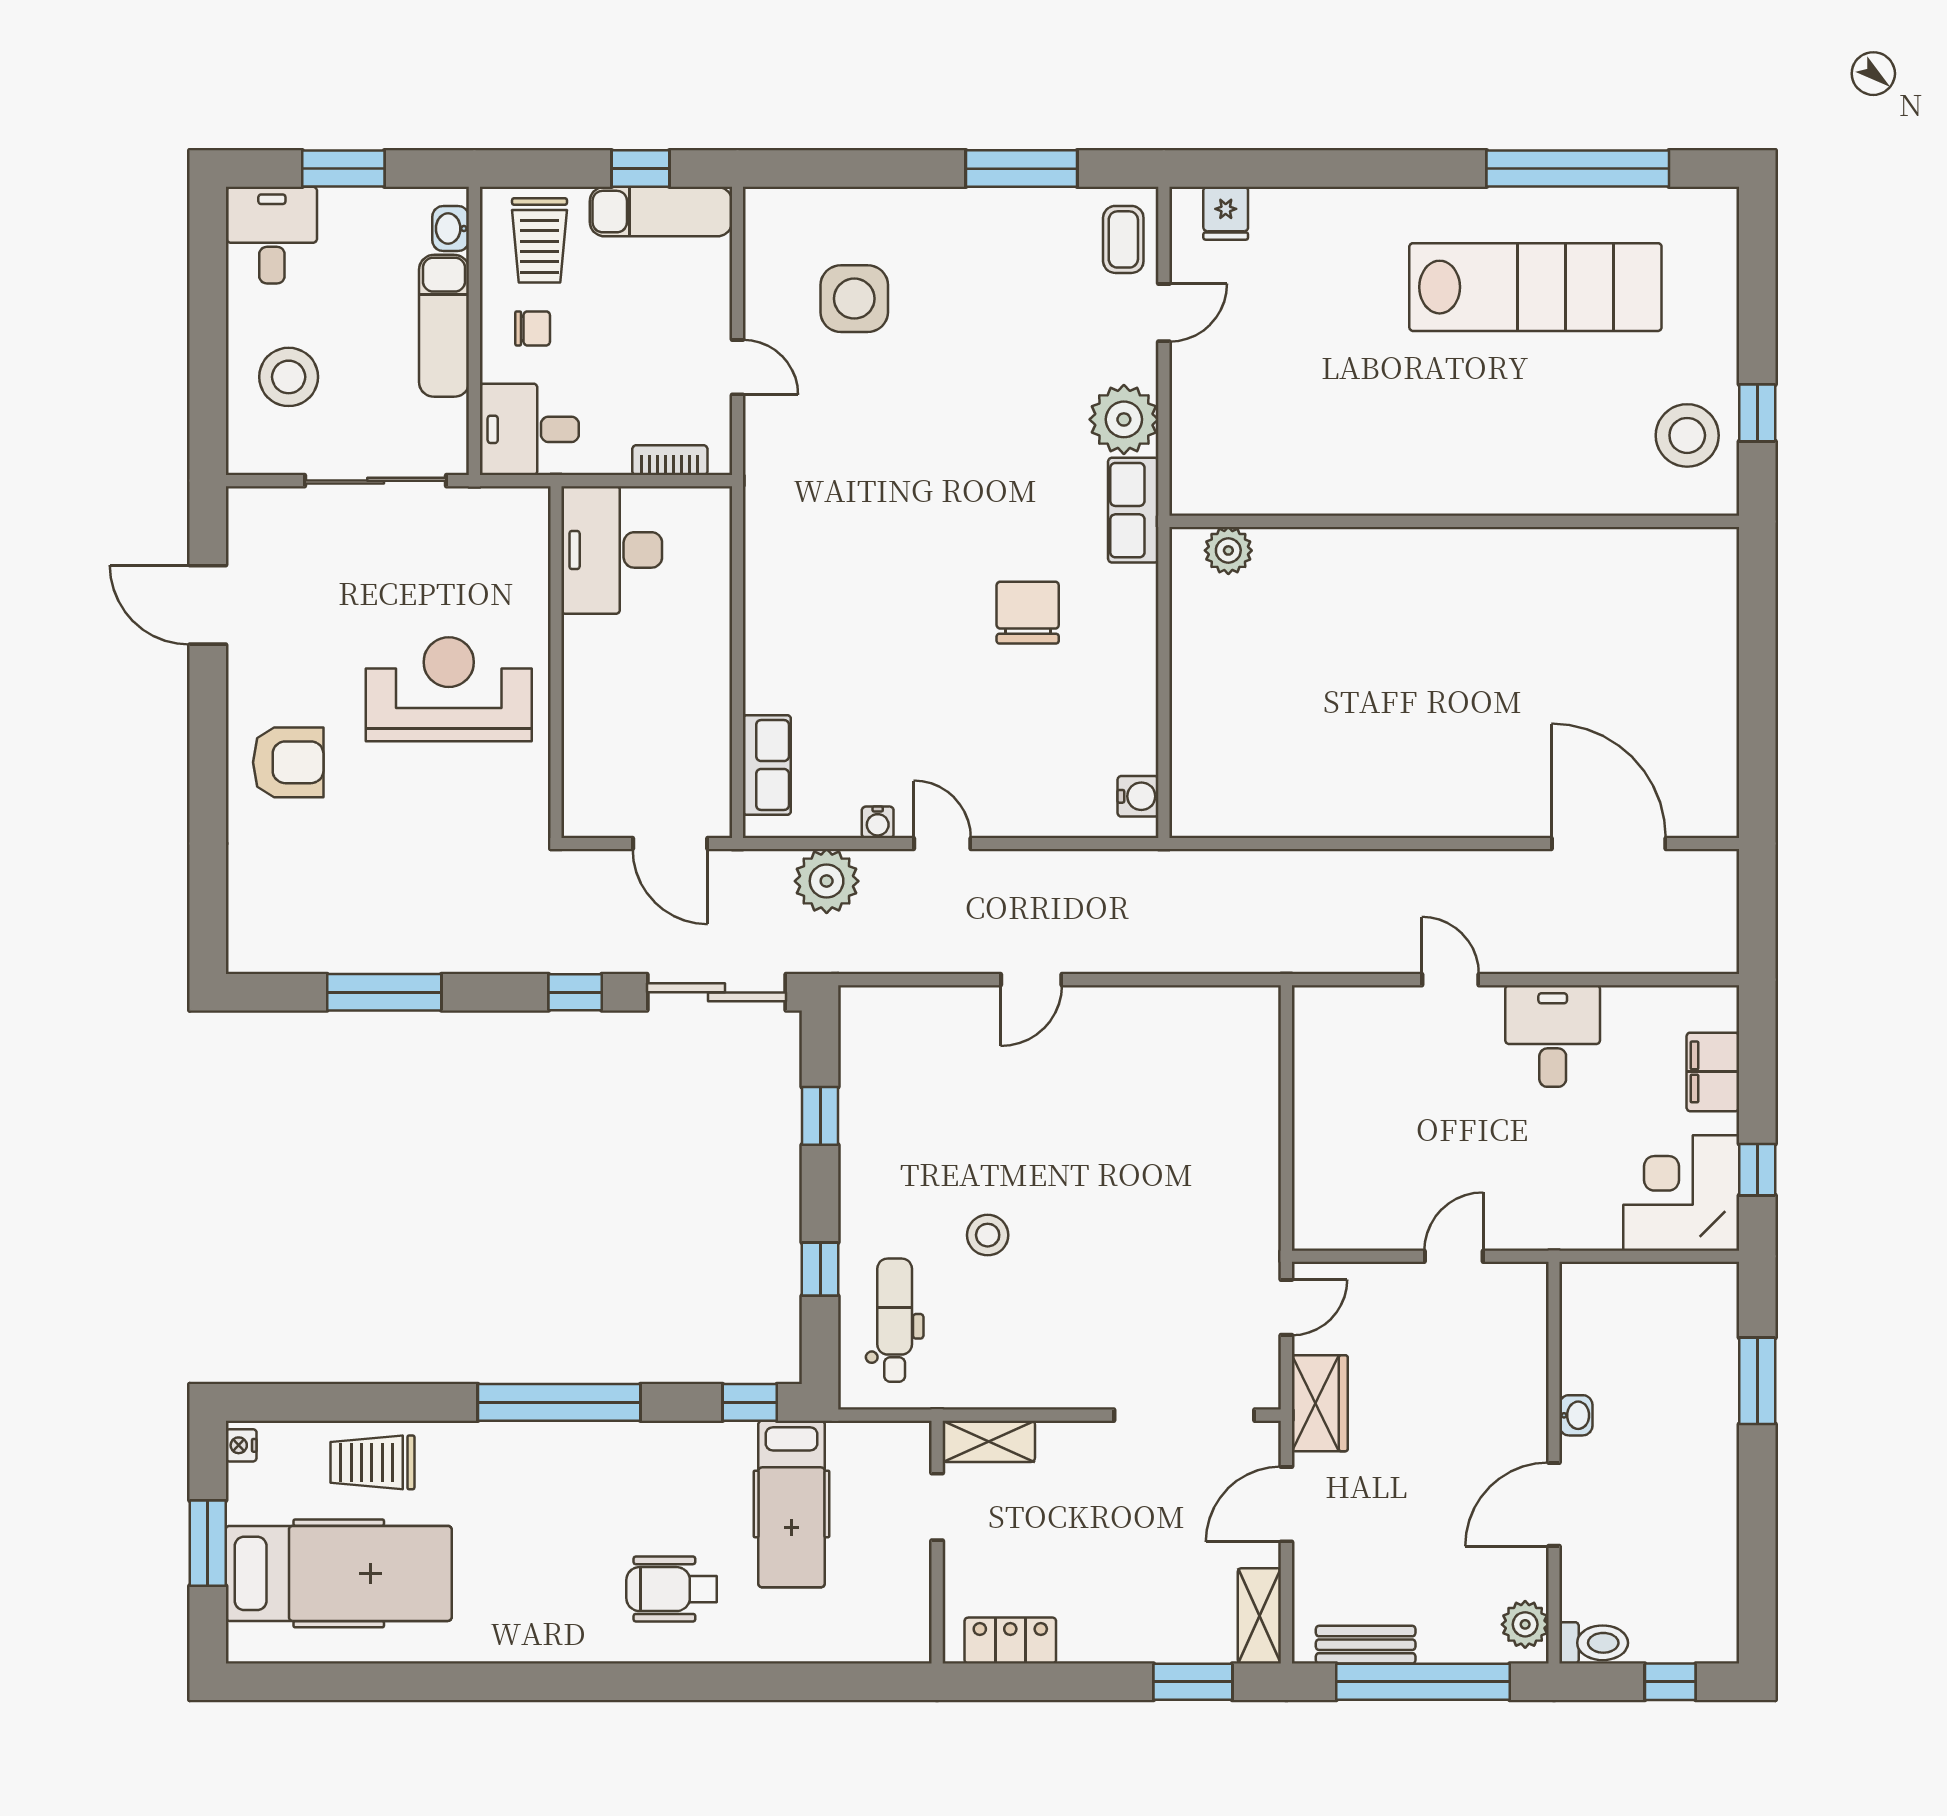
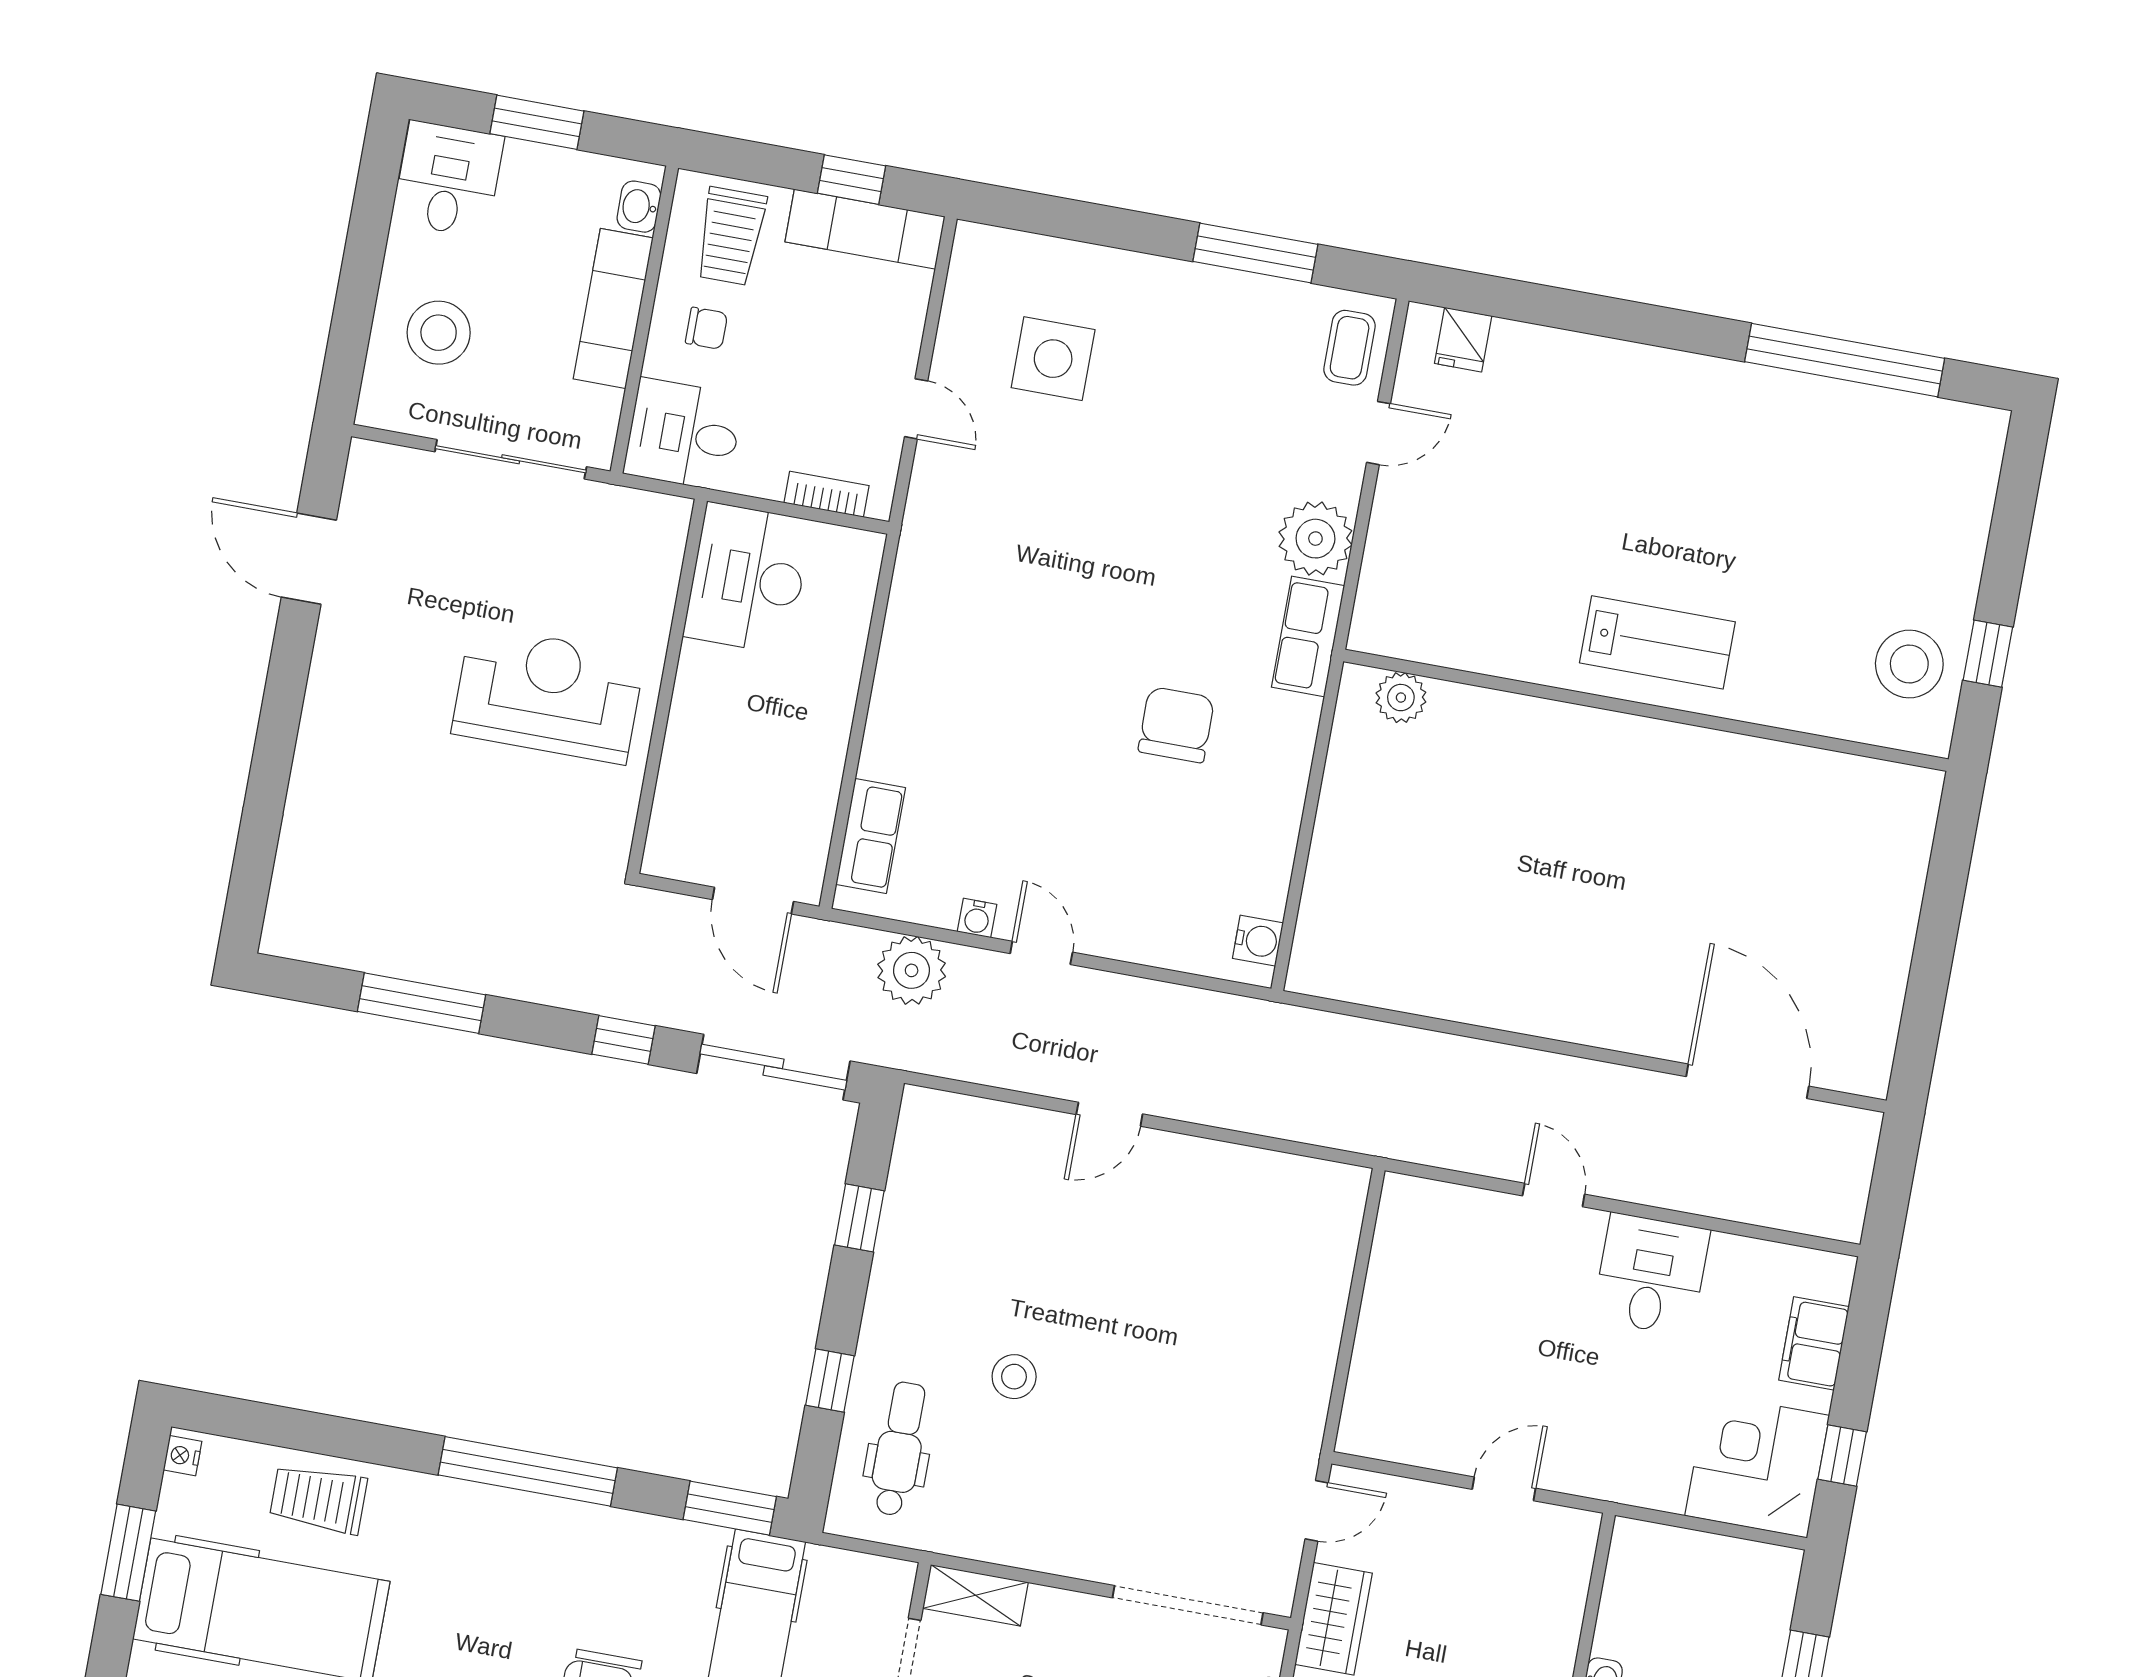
lab bench: (1535, 287) -> (1657, 642), moved, width x0.54, depth x0.72
armchair: (288, 762) -> (364, 741), removed
window: (750, 1402) -> (730, 1508), width x1.50

